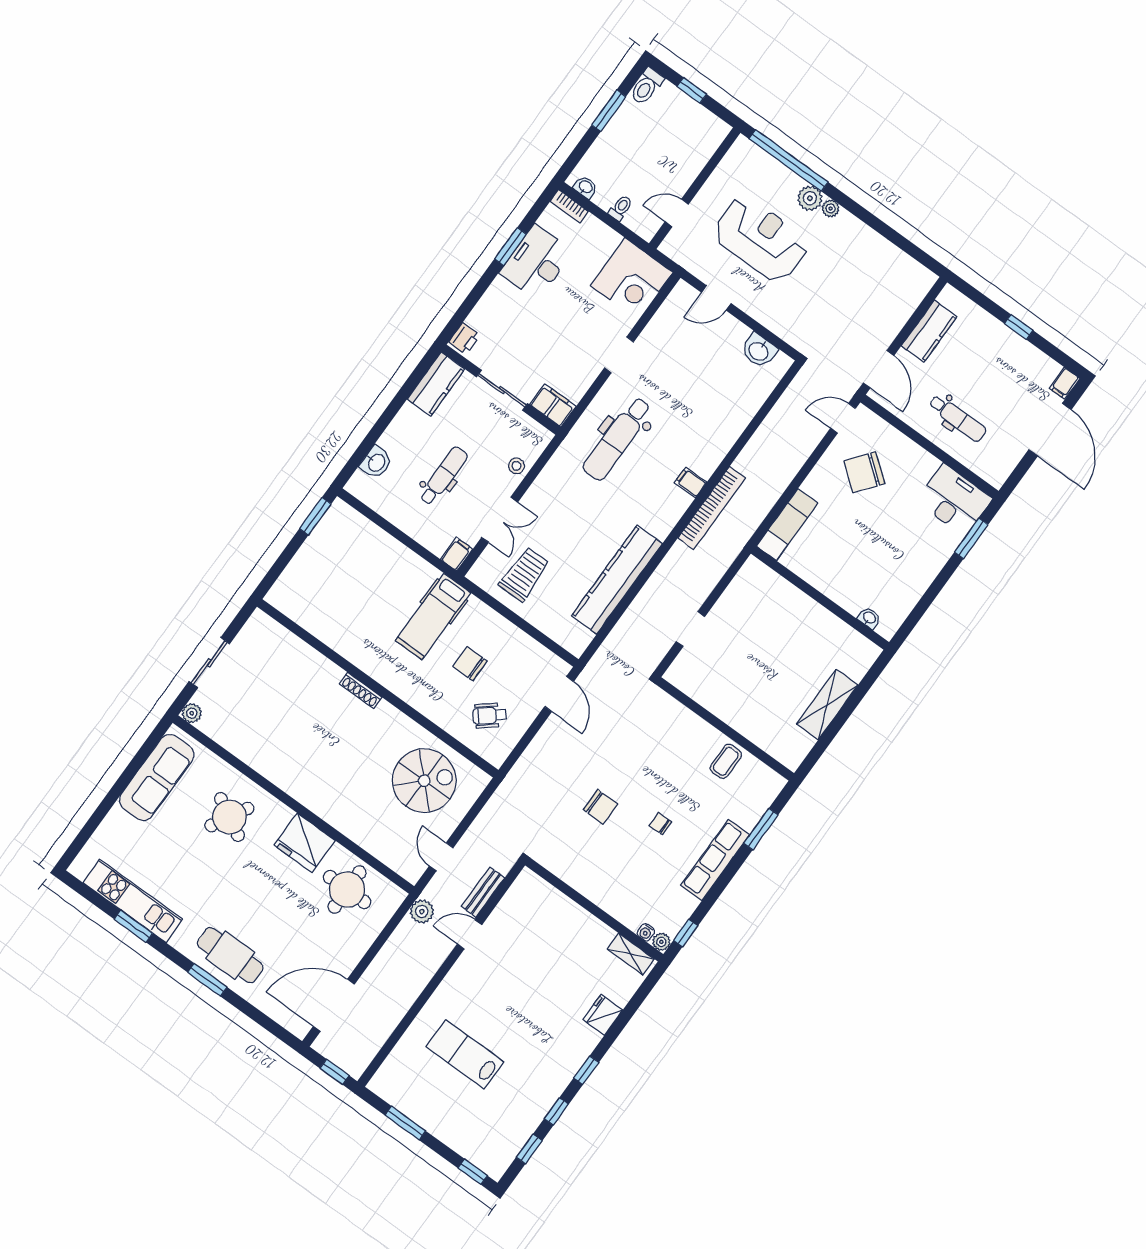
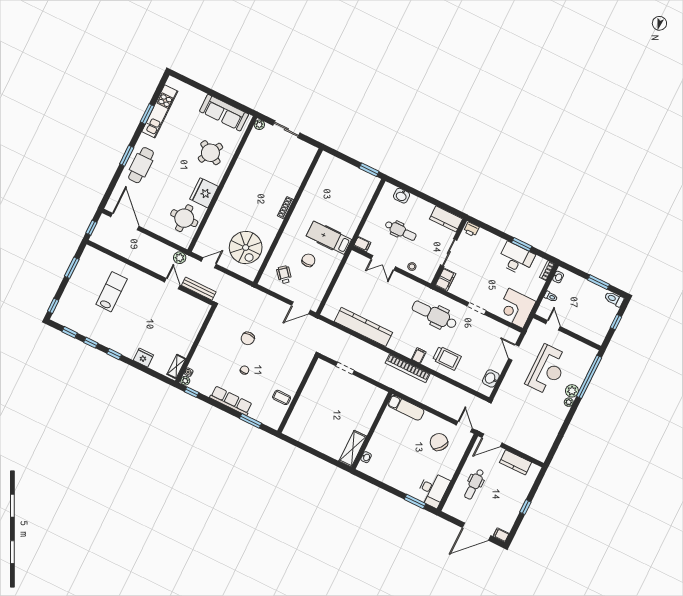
trolley: (524, 574) -> (447, 358), moved
shelving: (827, 705) -> (353, 449), moved, turned 90
bench: (483, 892) -> (199, 289), width x1.36

